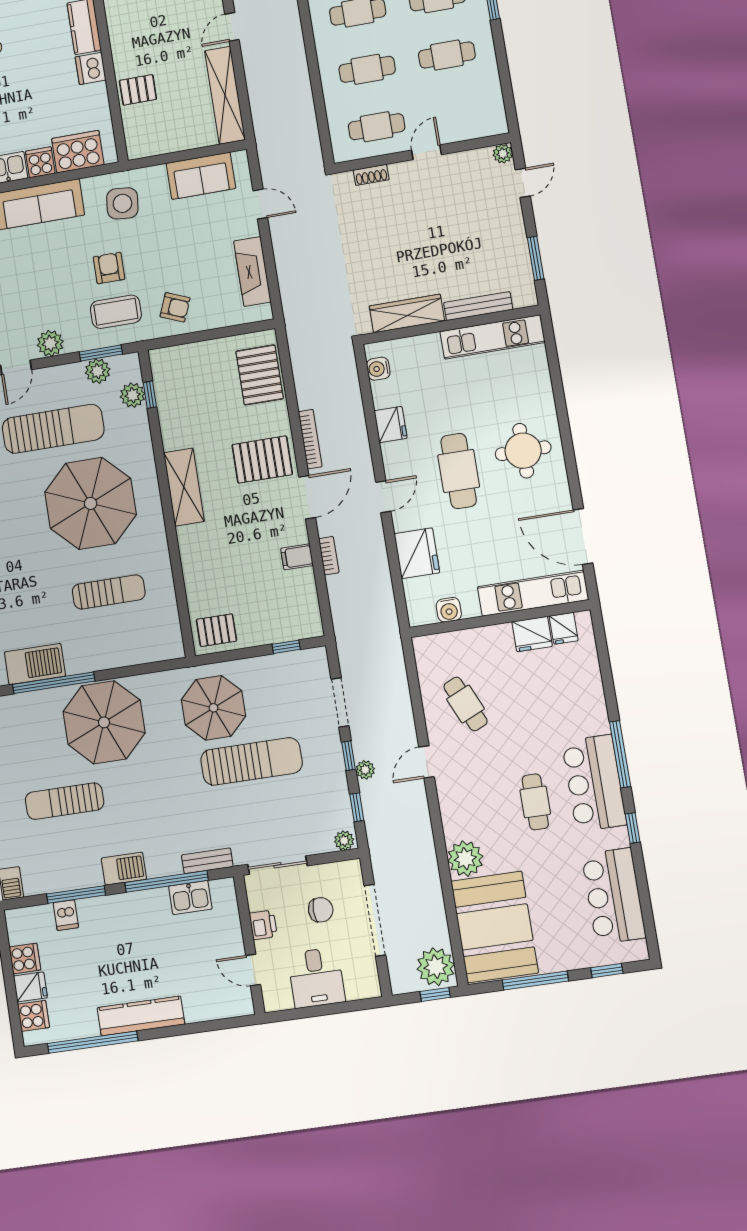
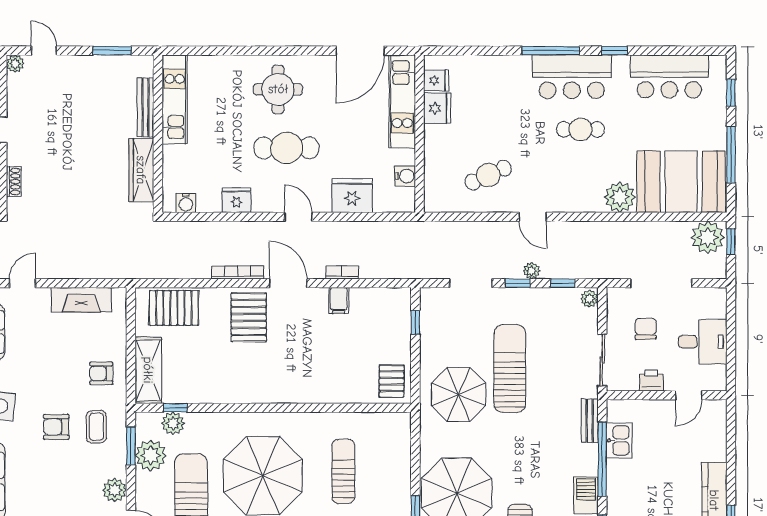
armchair: (175, 307) -> (101, 373), turned -112
coffee table: (116, 312) -> (96, 427), width x0.73, depth x0.77
plant: (98, 371) -> (151, 455), width x1.36, depth x1.36
shelving: (184, 487) -> (148, 370), moved, turned 90

